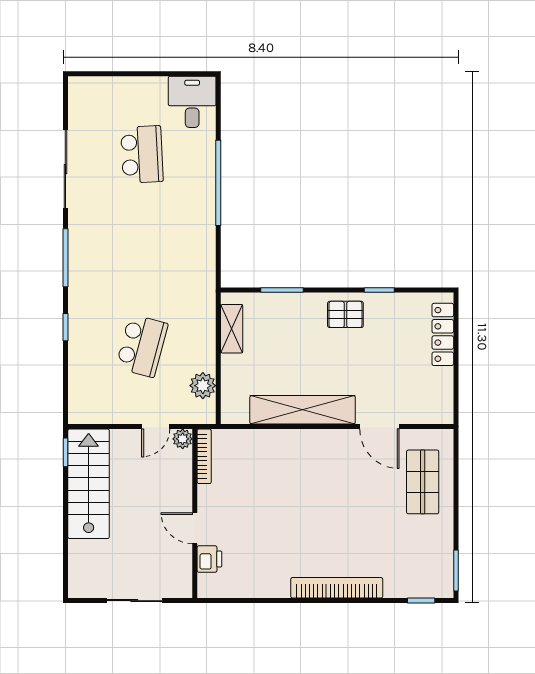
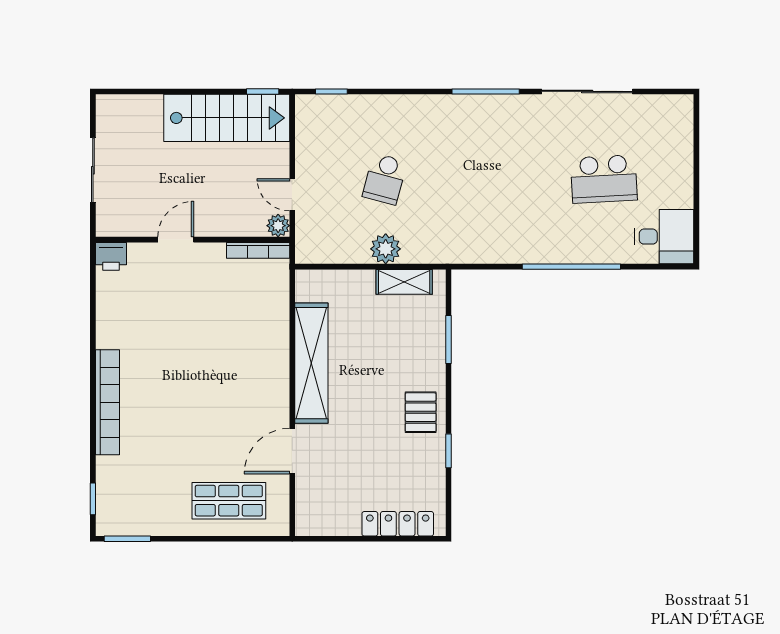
window: (65, 327) -> (331, 91), moved
school desk: (142, 346) -> (385, 179), width x0.54
plant: (203, 386) -> (386, 249), moved
printer: (209, 559) -> (111, 256), moved

